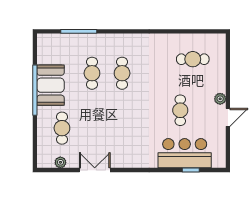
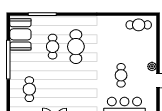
cafe table: (193, 59) -> (139, 25), moved
cafe table: (122, 73) -> (76, 47), width x1.37, depth x1.35
booth: (51, 85) -> (20, 34), moved

